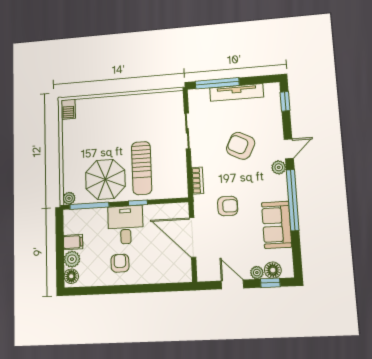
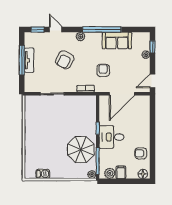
window: (217, 83) -> (22, 60), moved
tv unit: (237, 92) -> (29, 60), width x0.71
barbecue: (68, 109) -> (43, 174), moved
door: (289, 149) -> (56, 29), moved
sun lounger: (142, 168) -> (75, 125), removed
plant: (72, 259) -> (110, 173), moved
armchair: (120, 263) -> (141, 153), moved
floor lamp: (273, 270) -> (145, 45), removed
door: (232, 284) -> (152, 81), moved

